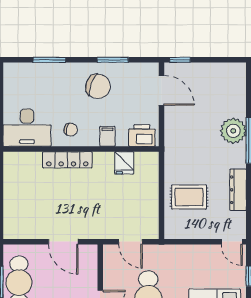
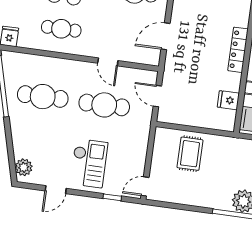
dresser: (238, 190) -> (190, 198), removed
door: (130, 242) -> (157, 96), hinge flipped

